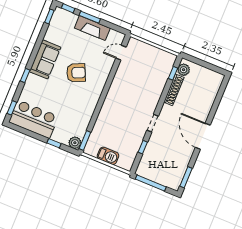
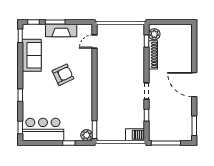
sofa: (45, 59) -> (32, 55), moved
barbecue: (108, 156) -> (135, 135), moved

